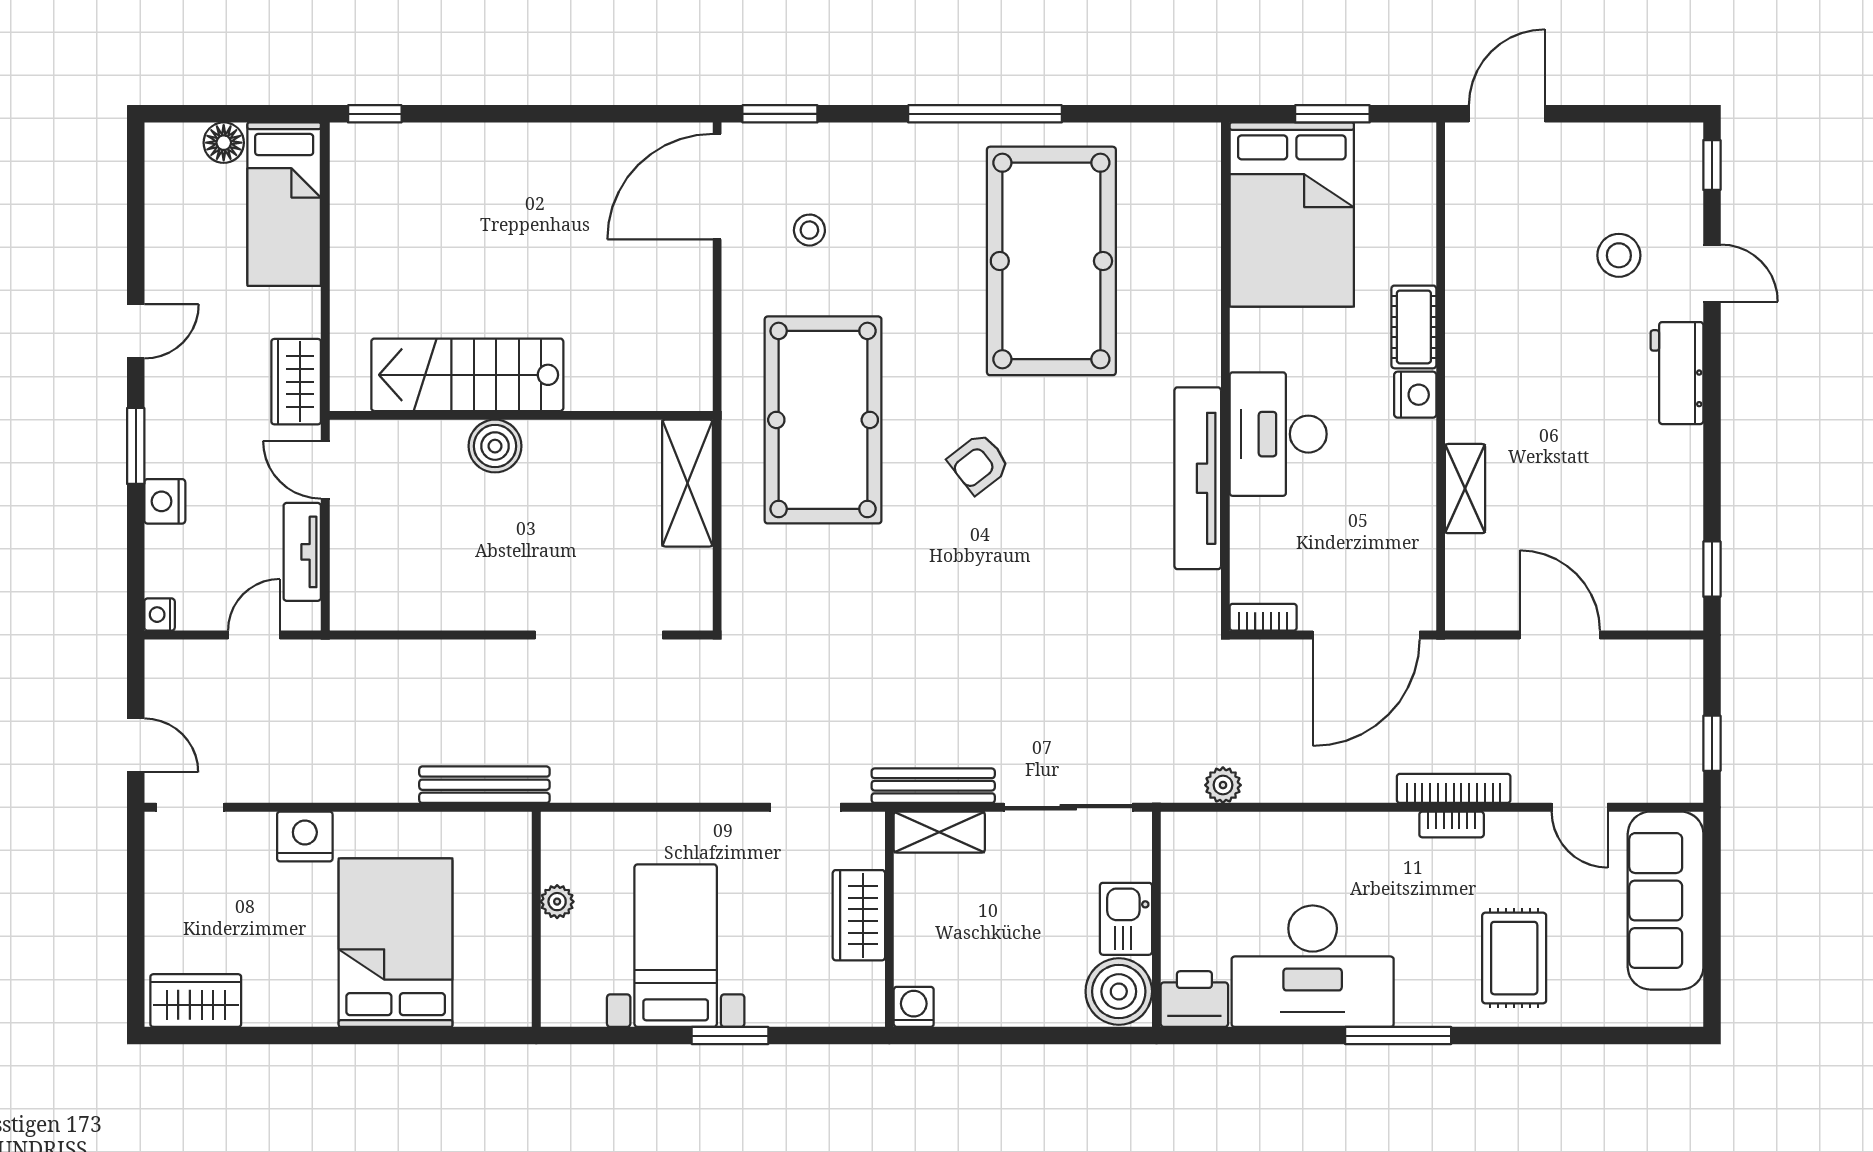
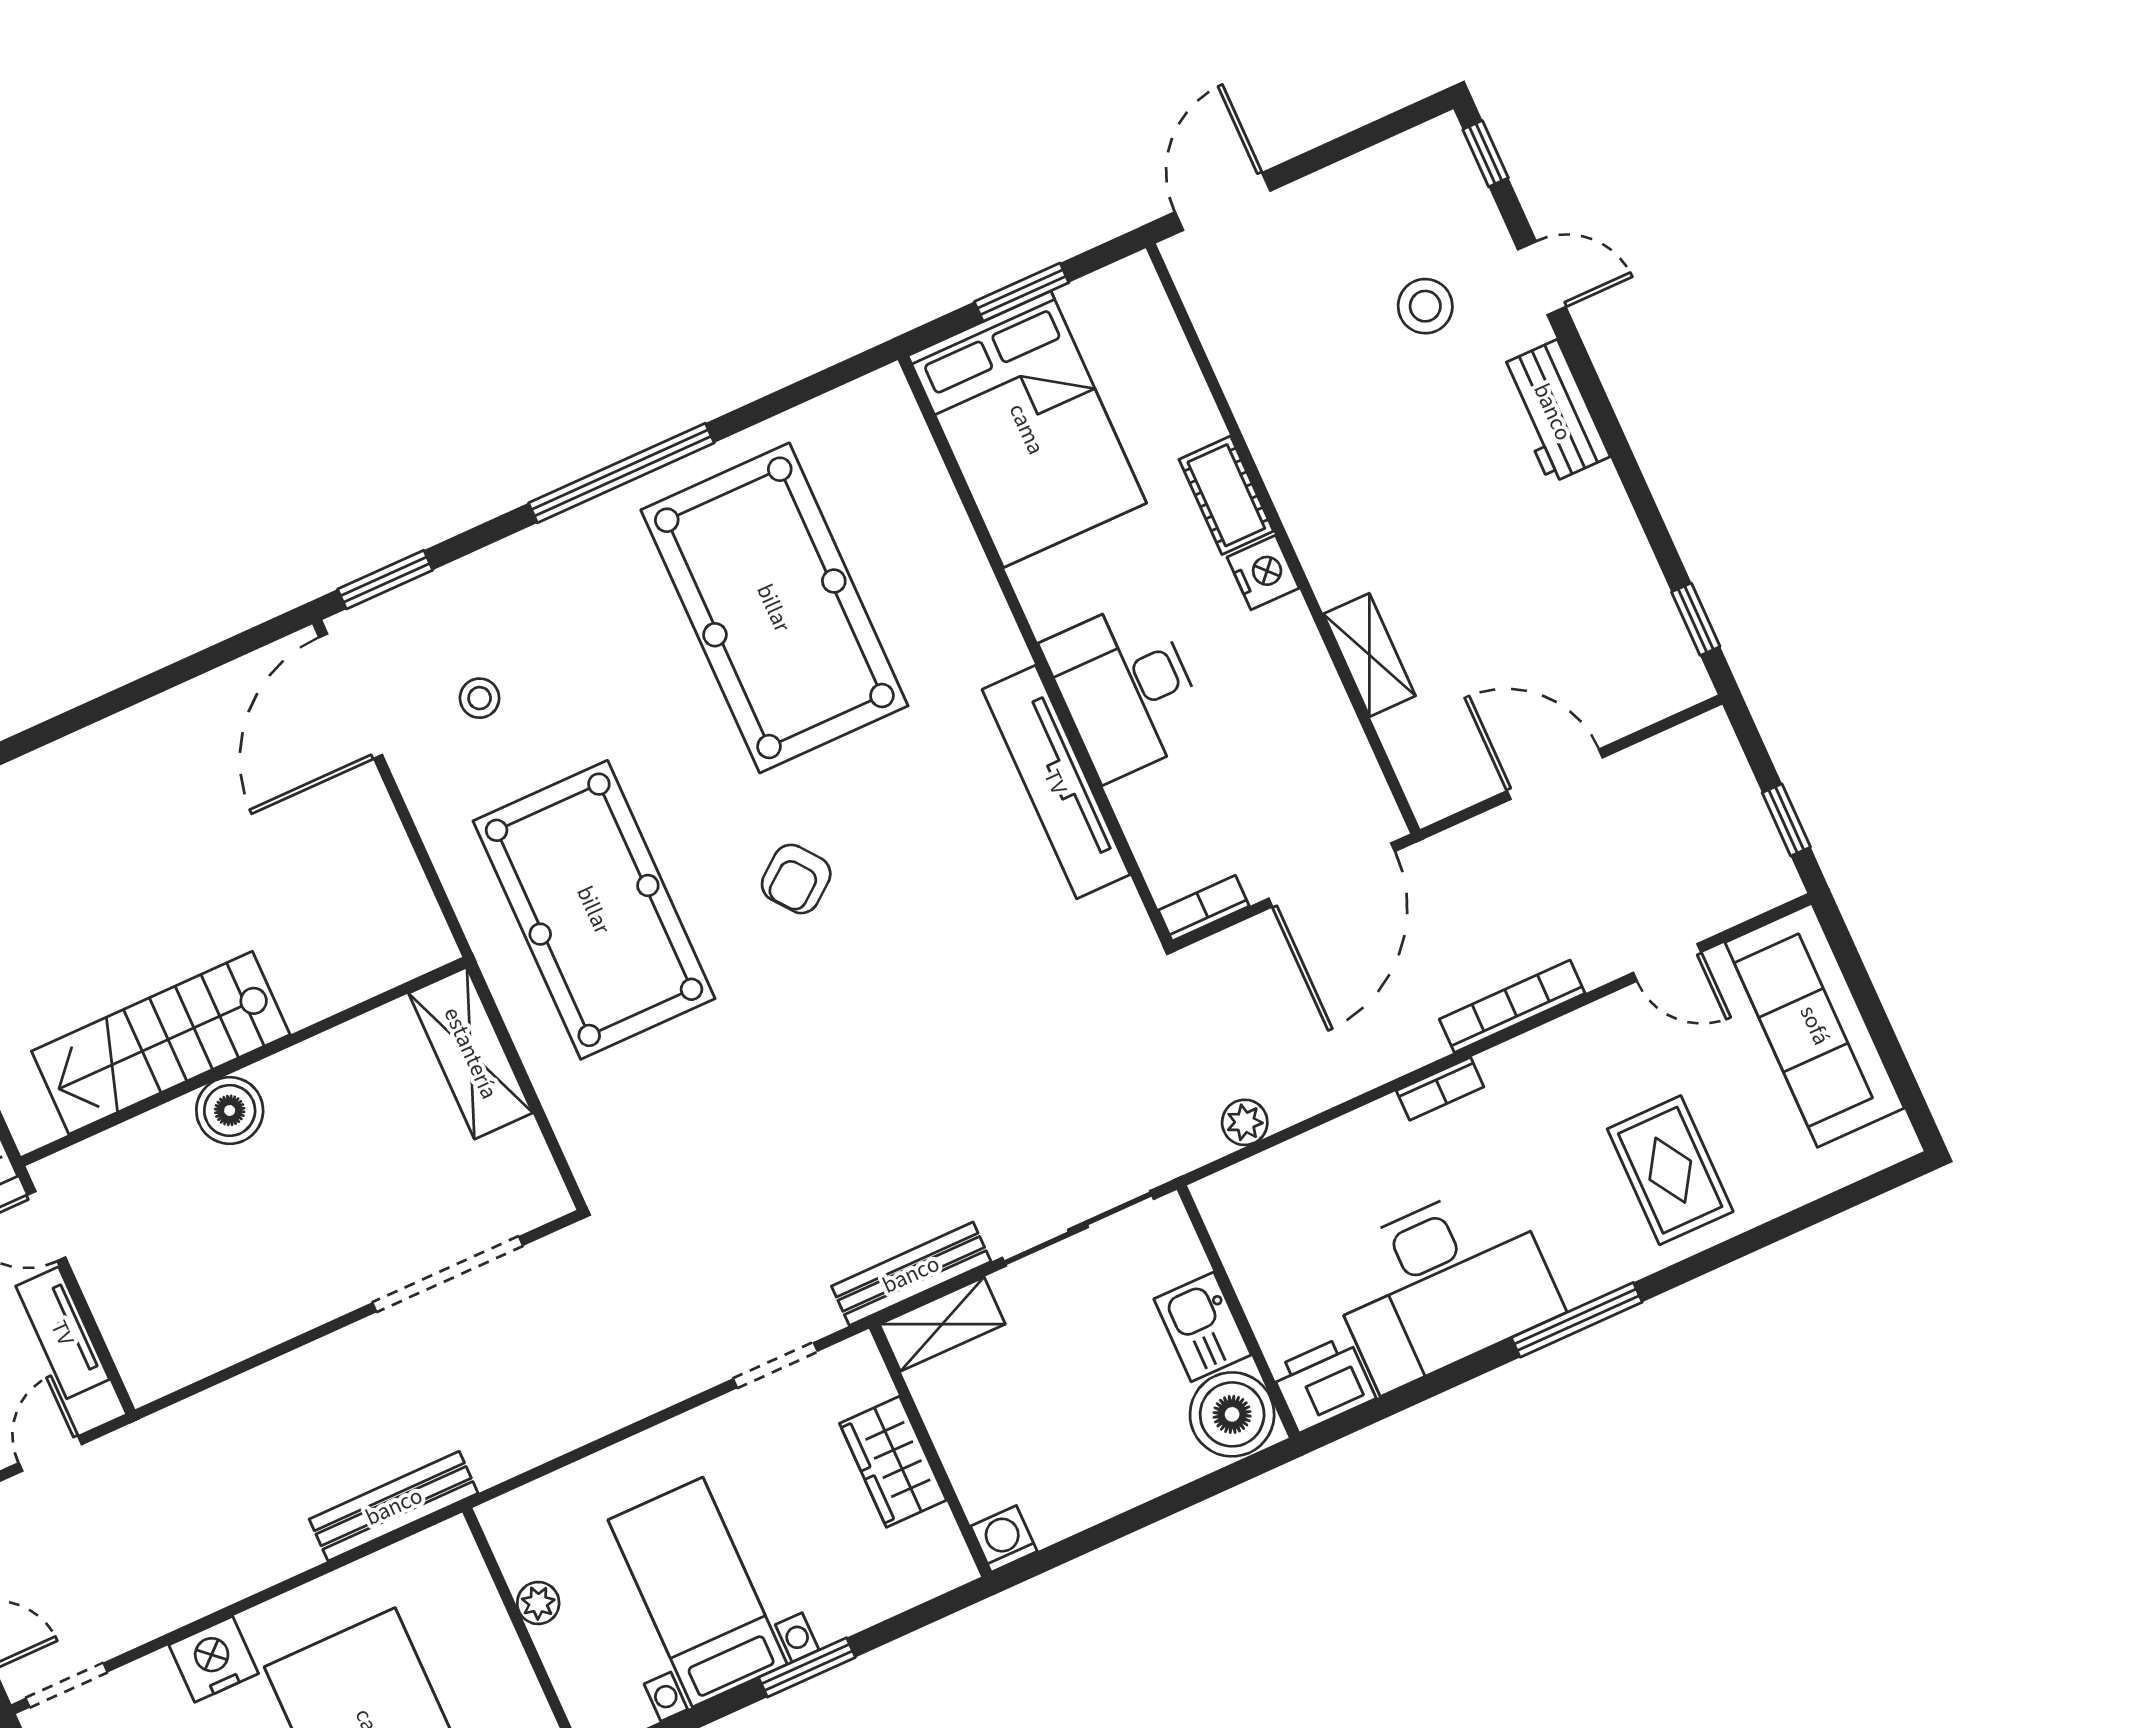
bookcase: (1452, 824) -> (1440, 1089), moved

